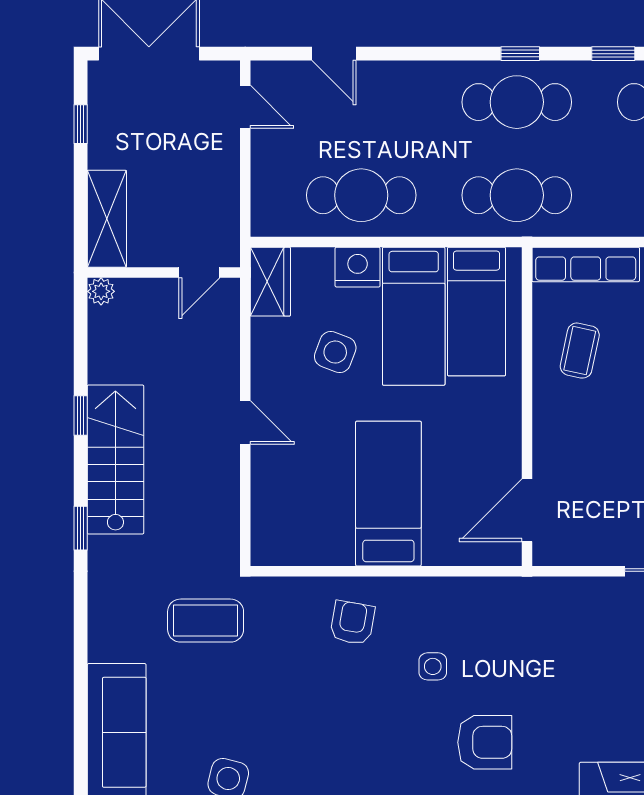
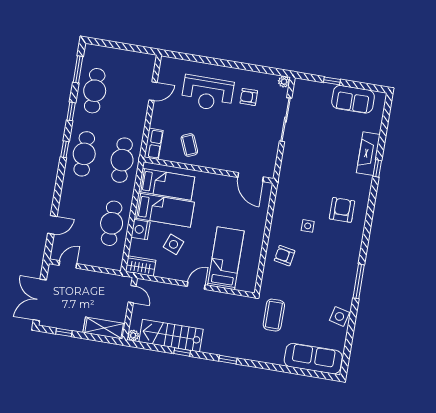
row of seats: (586, 264) -> (154, 144), width x0.68
coffee table: (580, 351) -> (189, 145), turned 55
stairs: (115, 459) -> (171, 336), moved
bed: (388, 494) -> (226, 258), moved, turned 90

